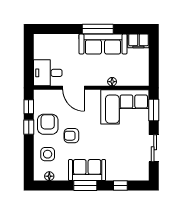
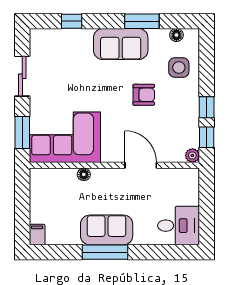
filing cabinet: (138, 41) -> (37, 235), width x0.50
sofa: (103, 44) -> (107, 230), width x0.73
desk: (48, 73) -> (179, 226), moved
plant: (38, 94) -> (192, 155), added
armchair: (48, 124) -> (179, 112), removed
window: (85, 186) -> (142, 21), moved

